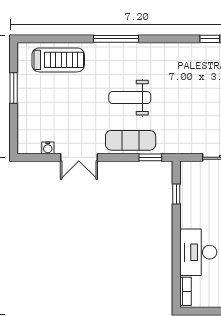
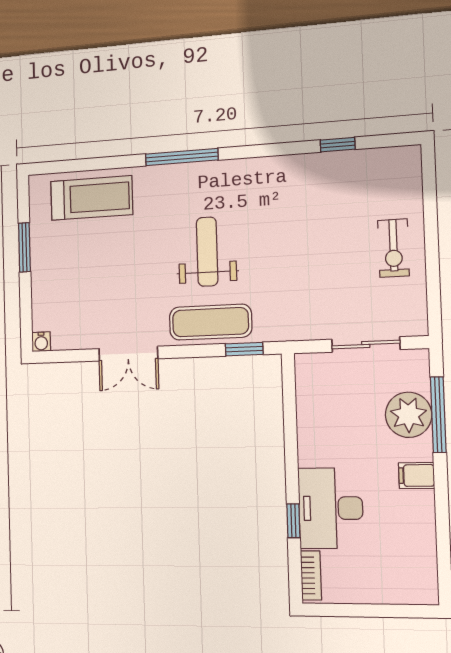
weight bench: (130, 98) -> (207, 252), turned 90
water cooler: (48, 148) -> (41, 342), moved
window: (176, 194) -> (293, 521), moved

